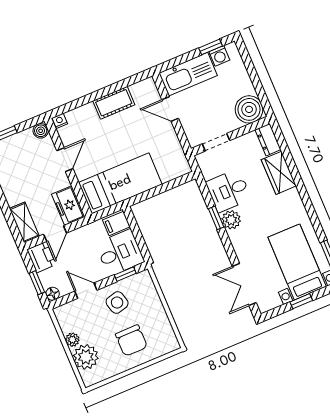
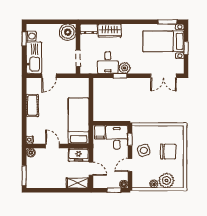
printer: (41, 257) -> (101, 182), removed

